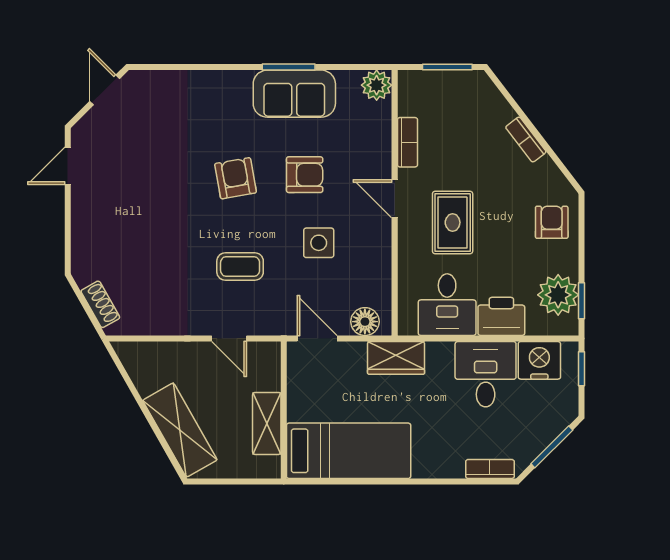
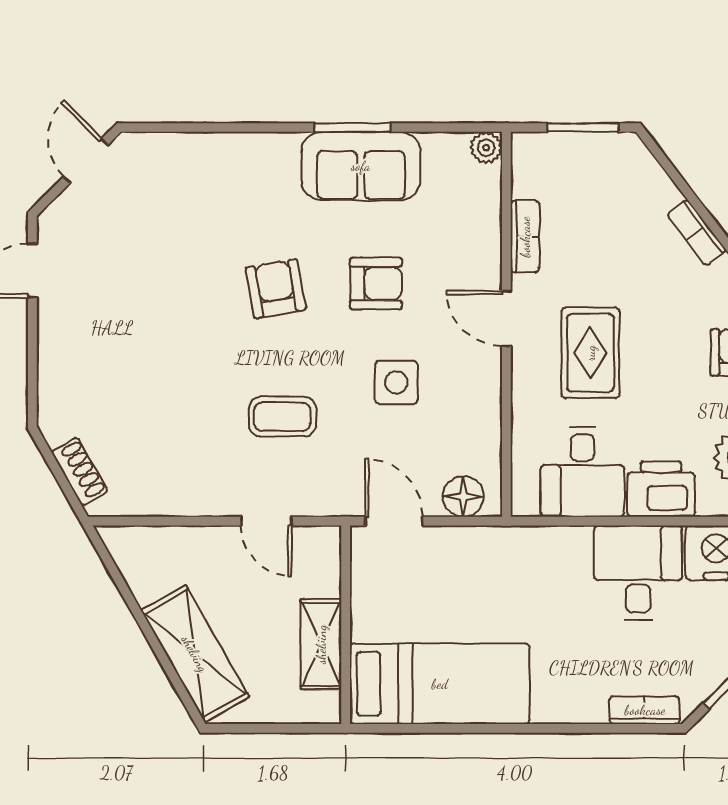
plant: (377, 85) -> (486, 148), width x0.73, depth x0.73
wardrobe: (396, 358) -> (508, 549), removed

